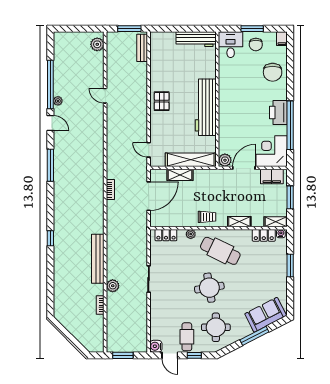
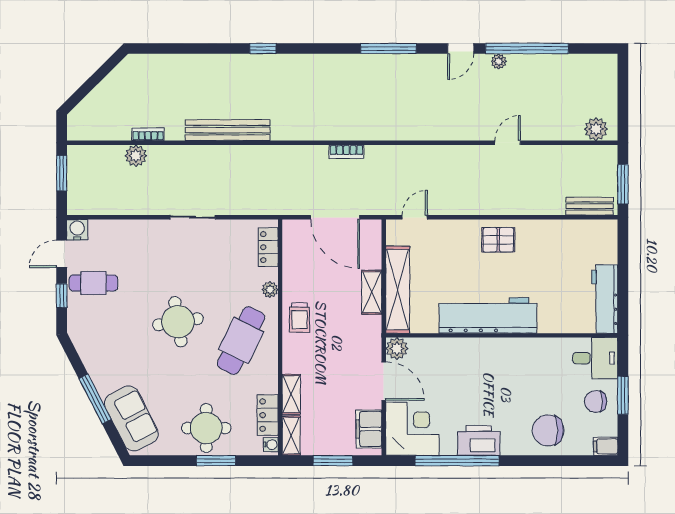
shelving: (180, 175) -> (372, 292), moved
shelving: (239, 222) -> (291, 394), moved
plant: (113, 286) -> (136, 156), moved
round table: (216, 327) -> (206, 428), moved

